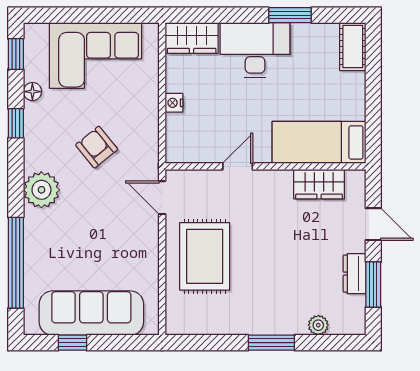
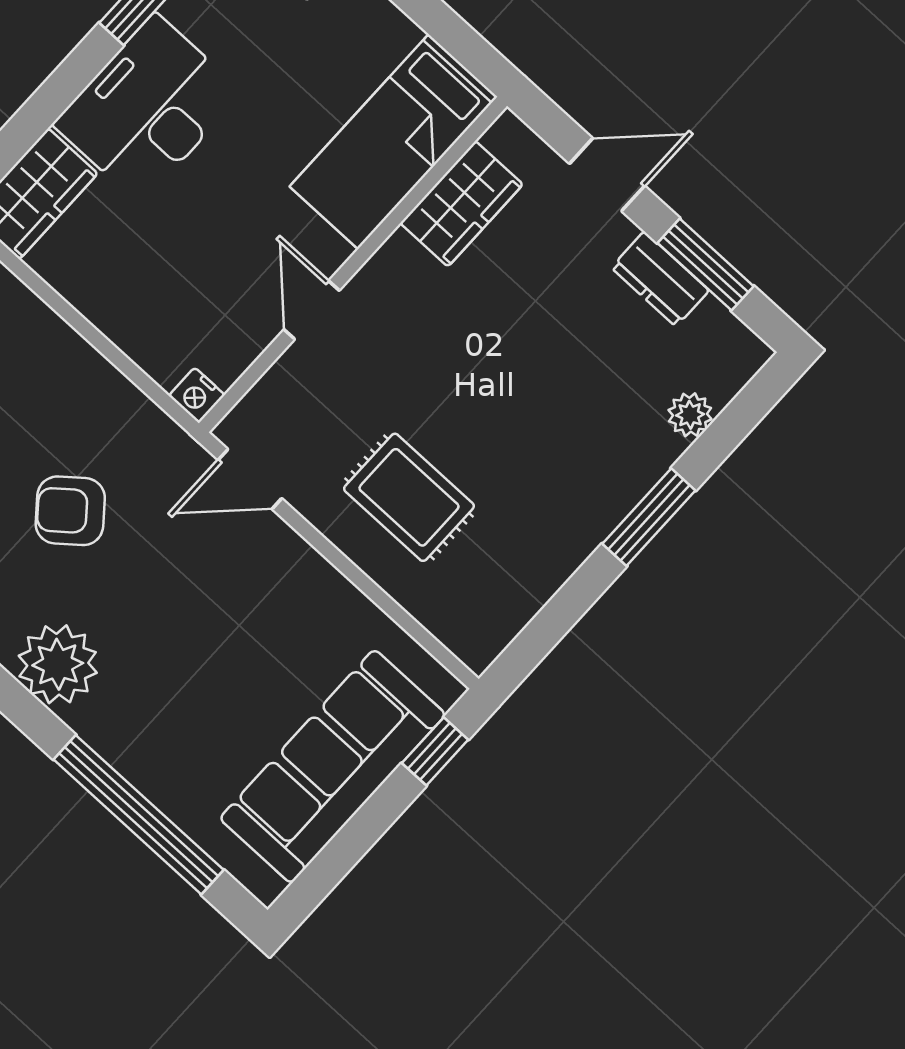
nightstand: (174, 103) -> (197, 395), moved
rug: (205, 256) -> (409, 497), width x0.73, depth x0.70
window: (73, 343) -> (435, 751), moved

